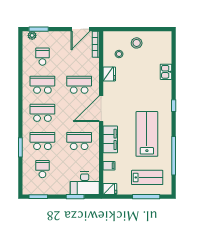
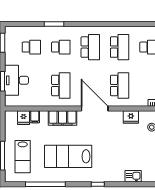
lab bench: (147, 134) -> (68, 156), turned 180
school desk: (42, 141) -> (61, 47), width x0.54
desk: (85, 183) -> (17, 80), moved
fridge: (110, 189) -> (23, 118), moved

